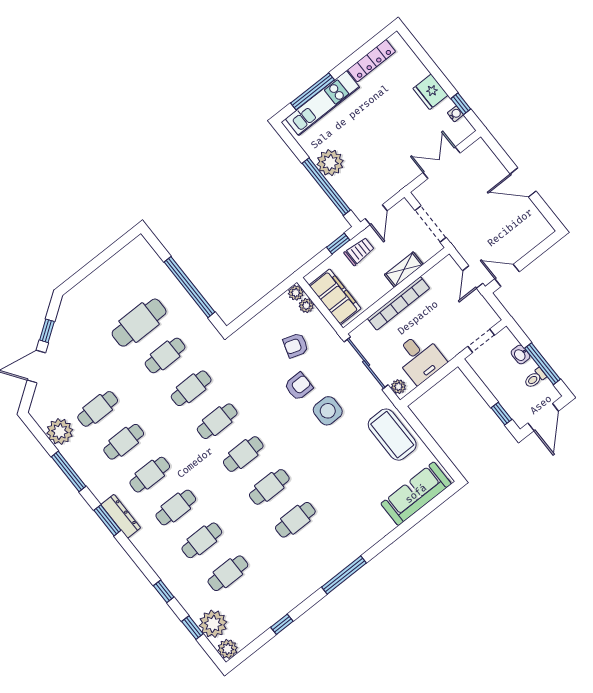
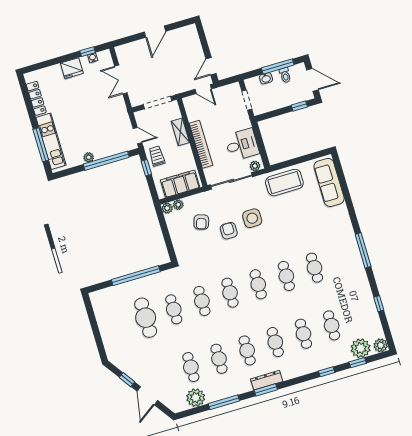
plant: (330, 163) -> (89, 157), width x0.53, depth x0.53

